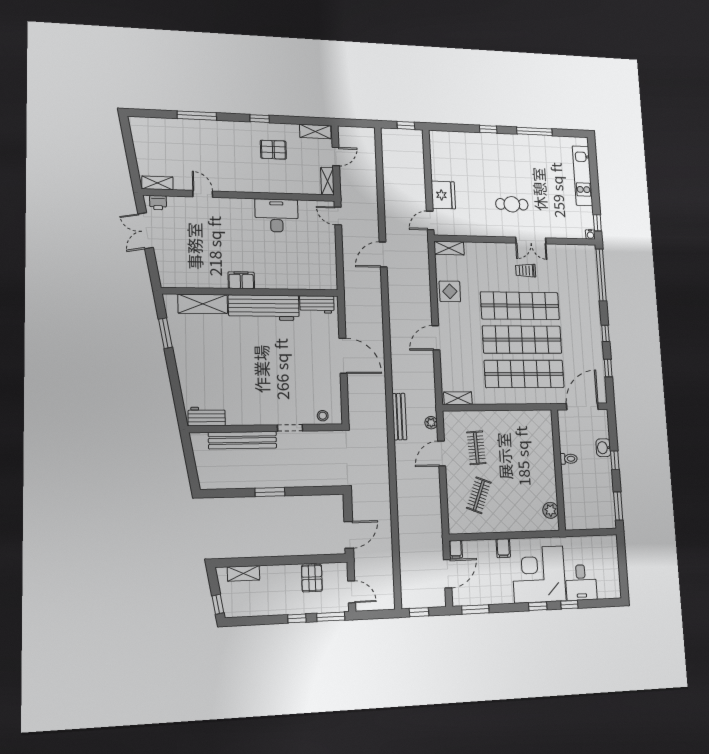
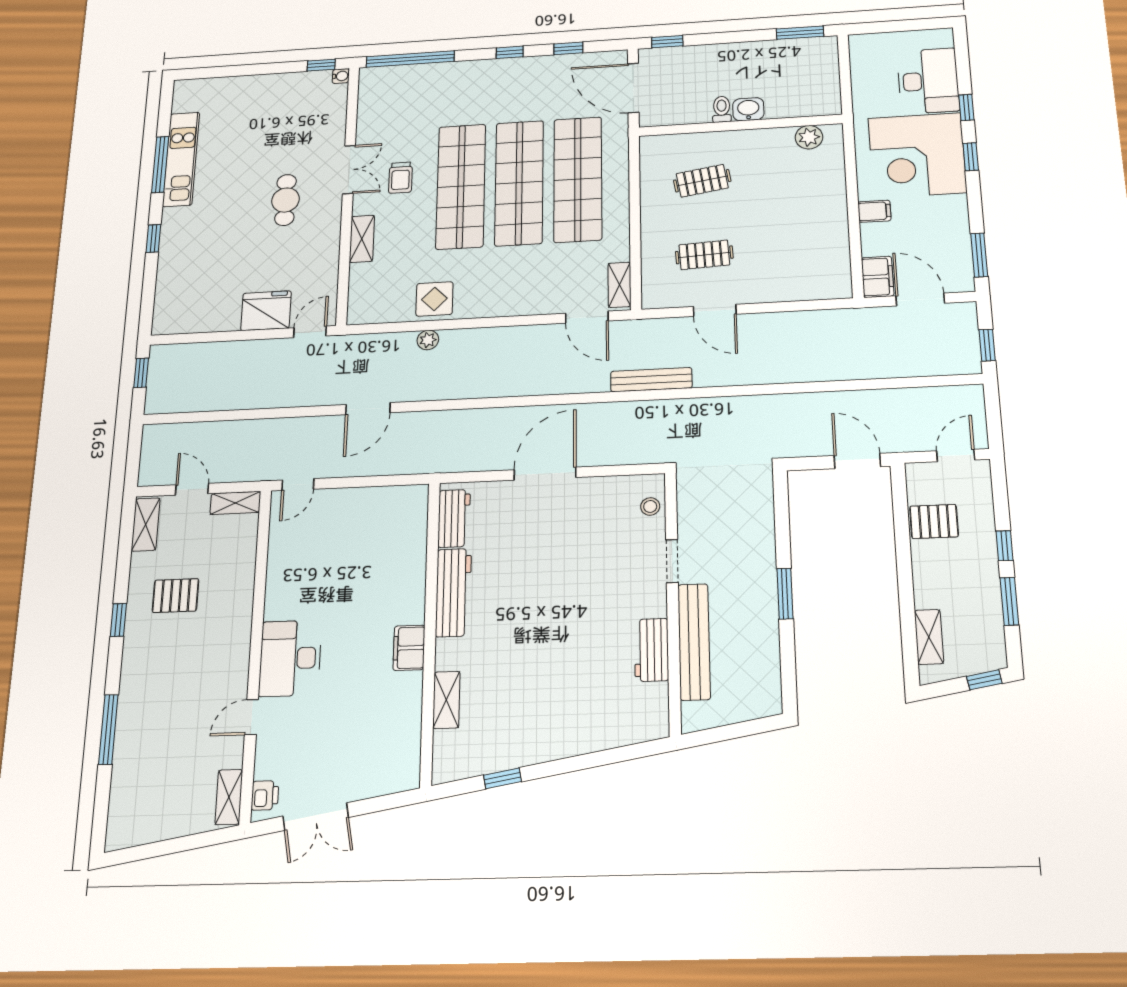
pallet: (273, 150) -> (176, 596), turned 90
kitchen unit: (583, 176) -> (181, 159), moved, turned -90
desk: (277, 216) -> (290, 658), moved
door: (430, 220) -> (310, 332), swing flipped
shelving: (449, 248) -> (362, 239), moved
door: (383, 255) -> (368, 409), hinge flipped
shelving: (203, 304) -> (446, 700), width x0.67, depth x0.75
workbench: (264, 308) -> (454, 592), width x0.73, depth x0.76
window: (165, 333) -> (502, 778), width x0.67
door: (436, 338) -> (587, 317), moved
workbench: (207, 416) -> (651, 650), moved
plant: (431, 423) -> (428, 340), moved
washbasin: (603, 448) -> (748, 109), moved, turned 180
window: (615, 460) -> (667, 42), moved
clothes rail: (479, 495) -> (702, 181), moved, turned -30
filing cabinet: (456, 549) -> (878, 277), width x2.00
desk: (581, 582) -> (928, 81), width x1.37
window: (331, 617) -> (1009, 601), moved

